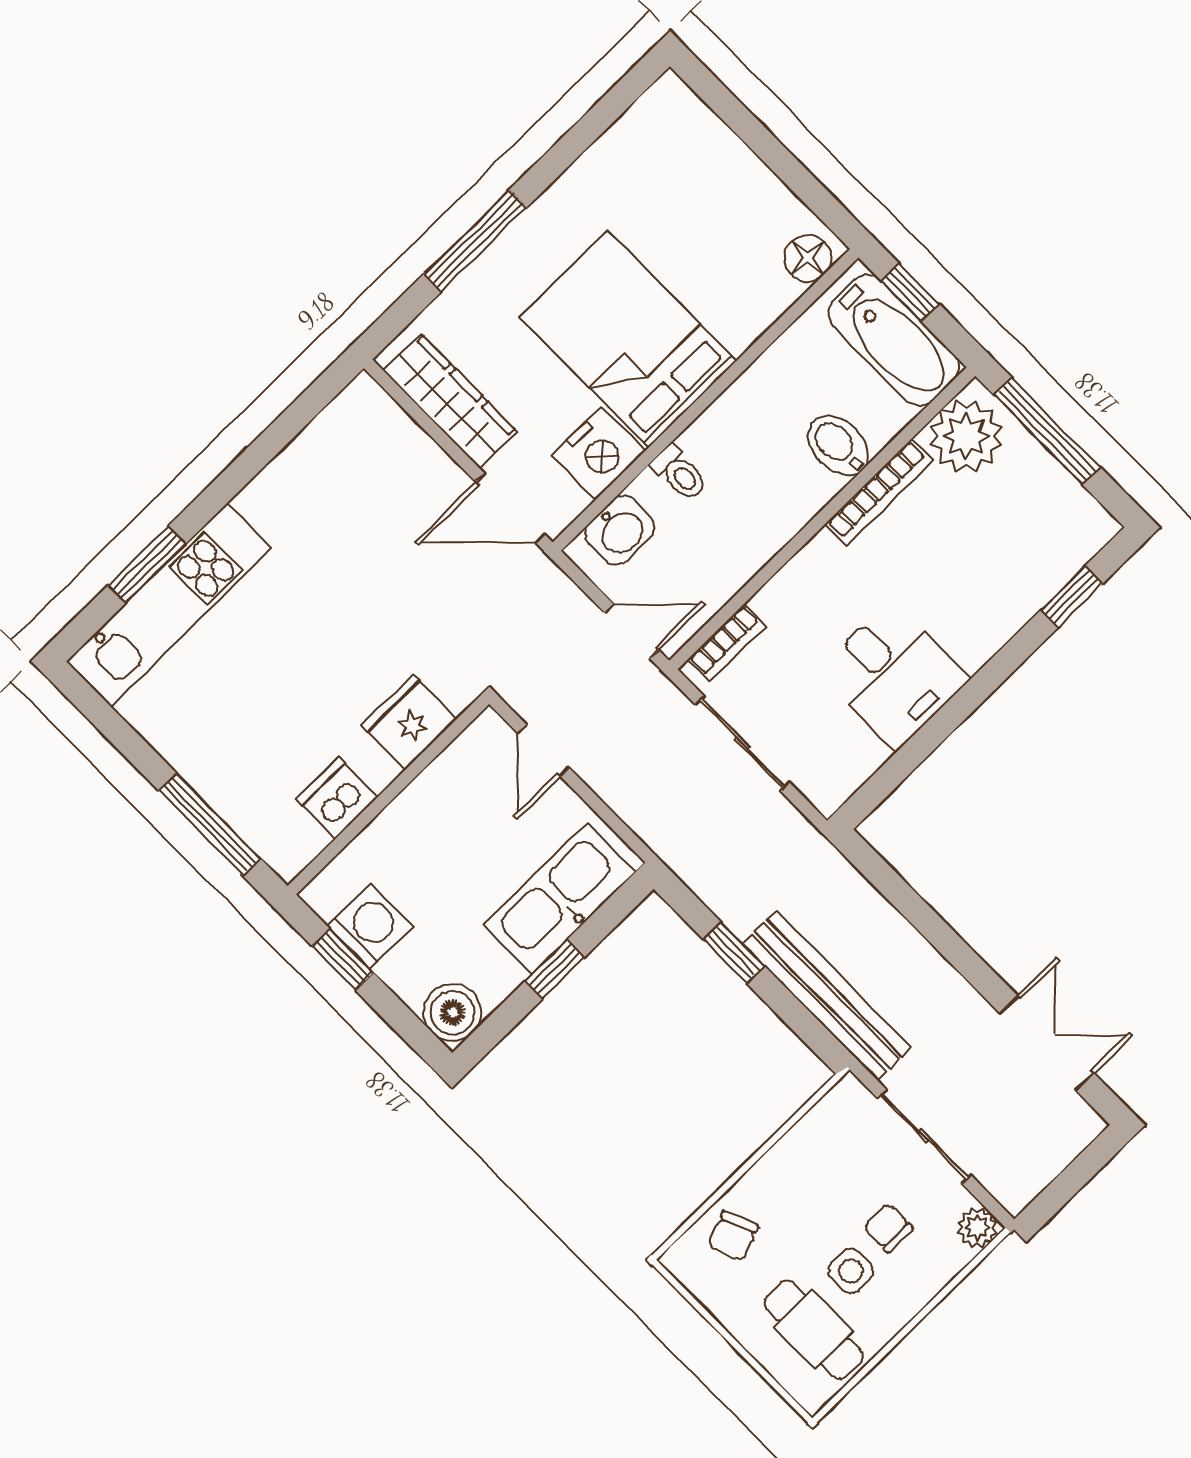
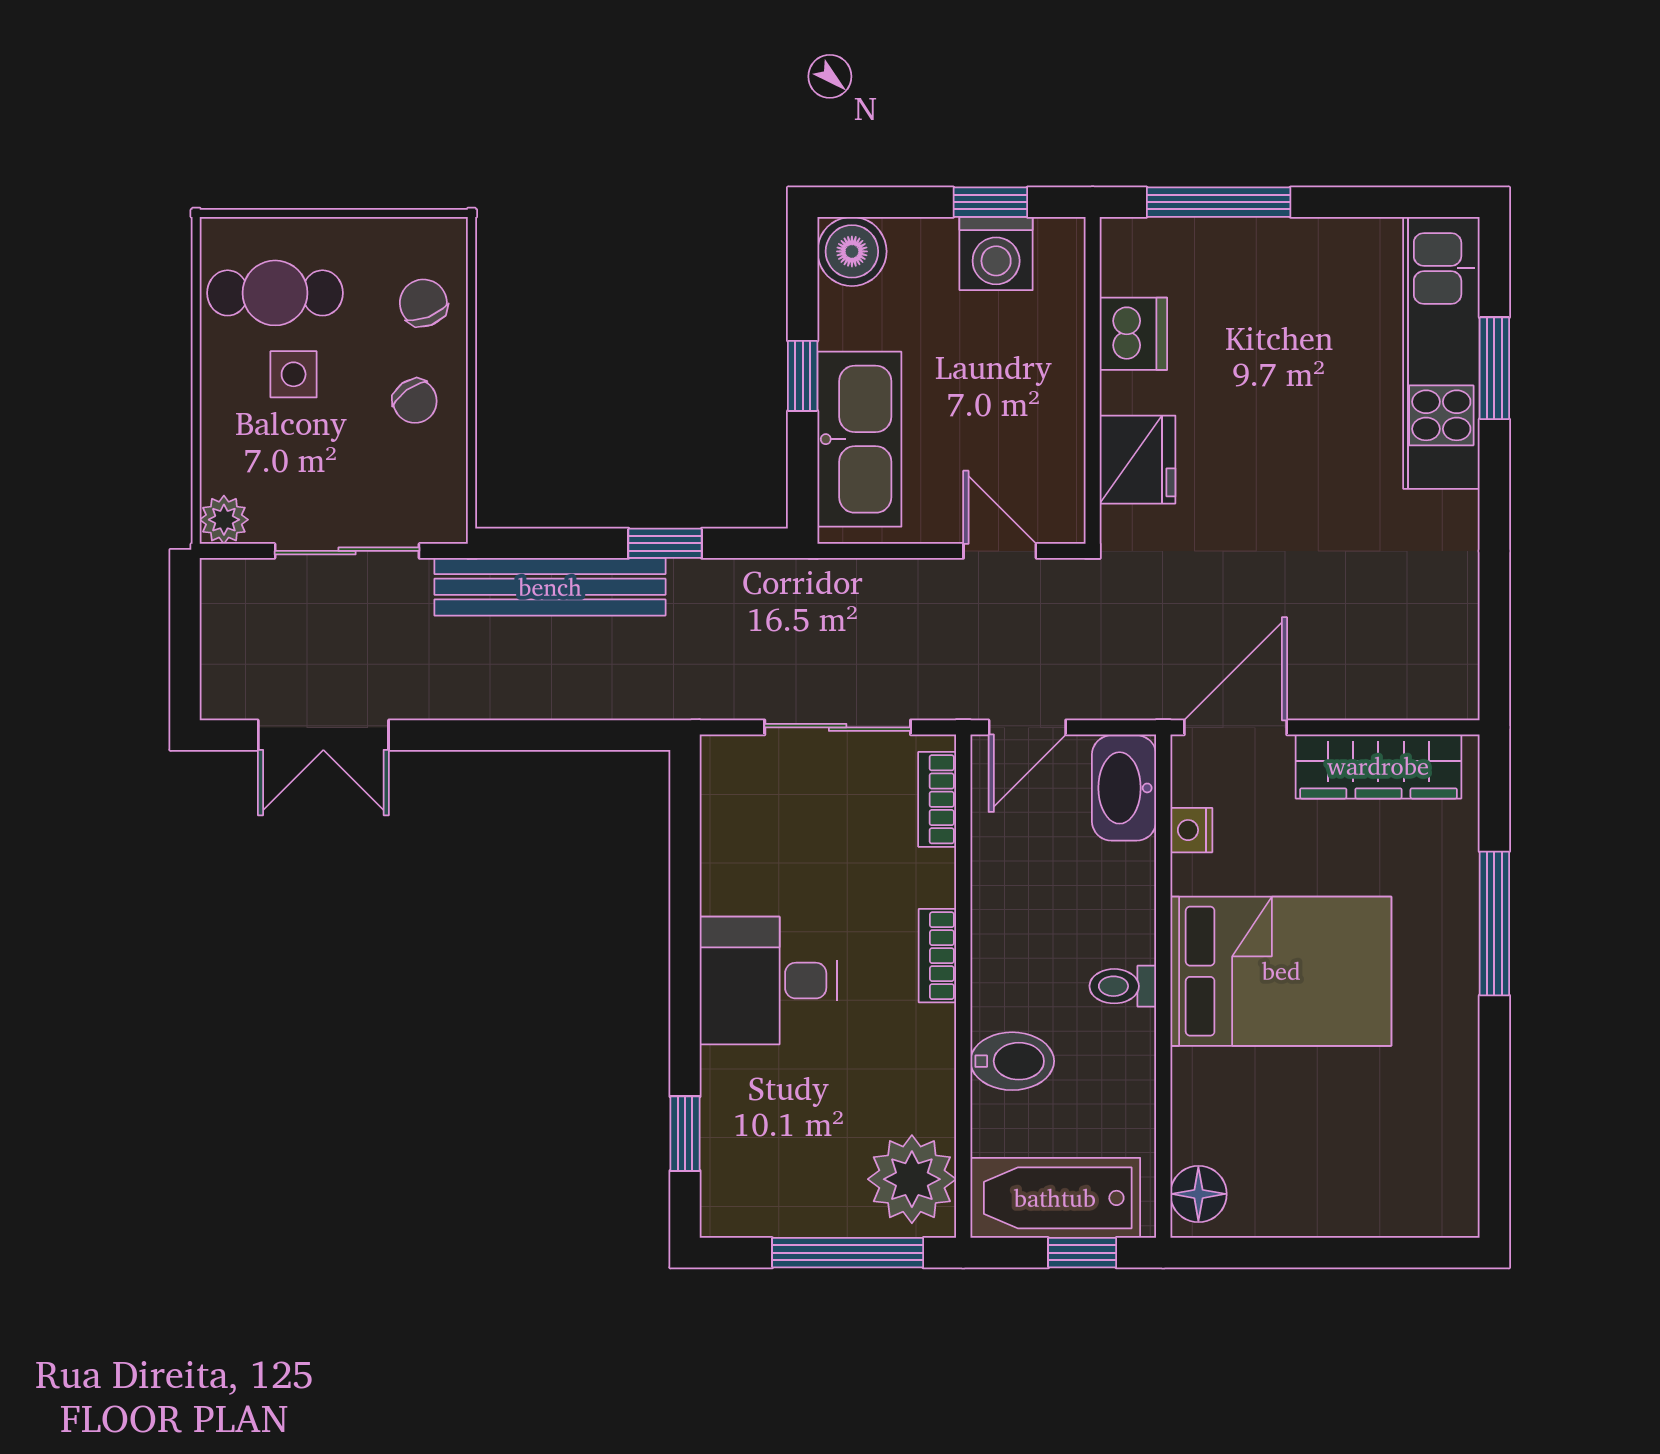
nightstand: (599, 453) -> (1191, 830), width x0.53, depth x0.56
toilet: (679, 473) -> (1123, 986), moved
bookcase: (879, 492) -> (937, 956), moved, width x0.64
washbasin: (620, 530) -> (1124, 788), width x1.38
desk: (893, 675) -> (769, 981), moved
chair: (888, 1228) -> (415, 401), moved, turned 54

